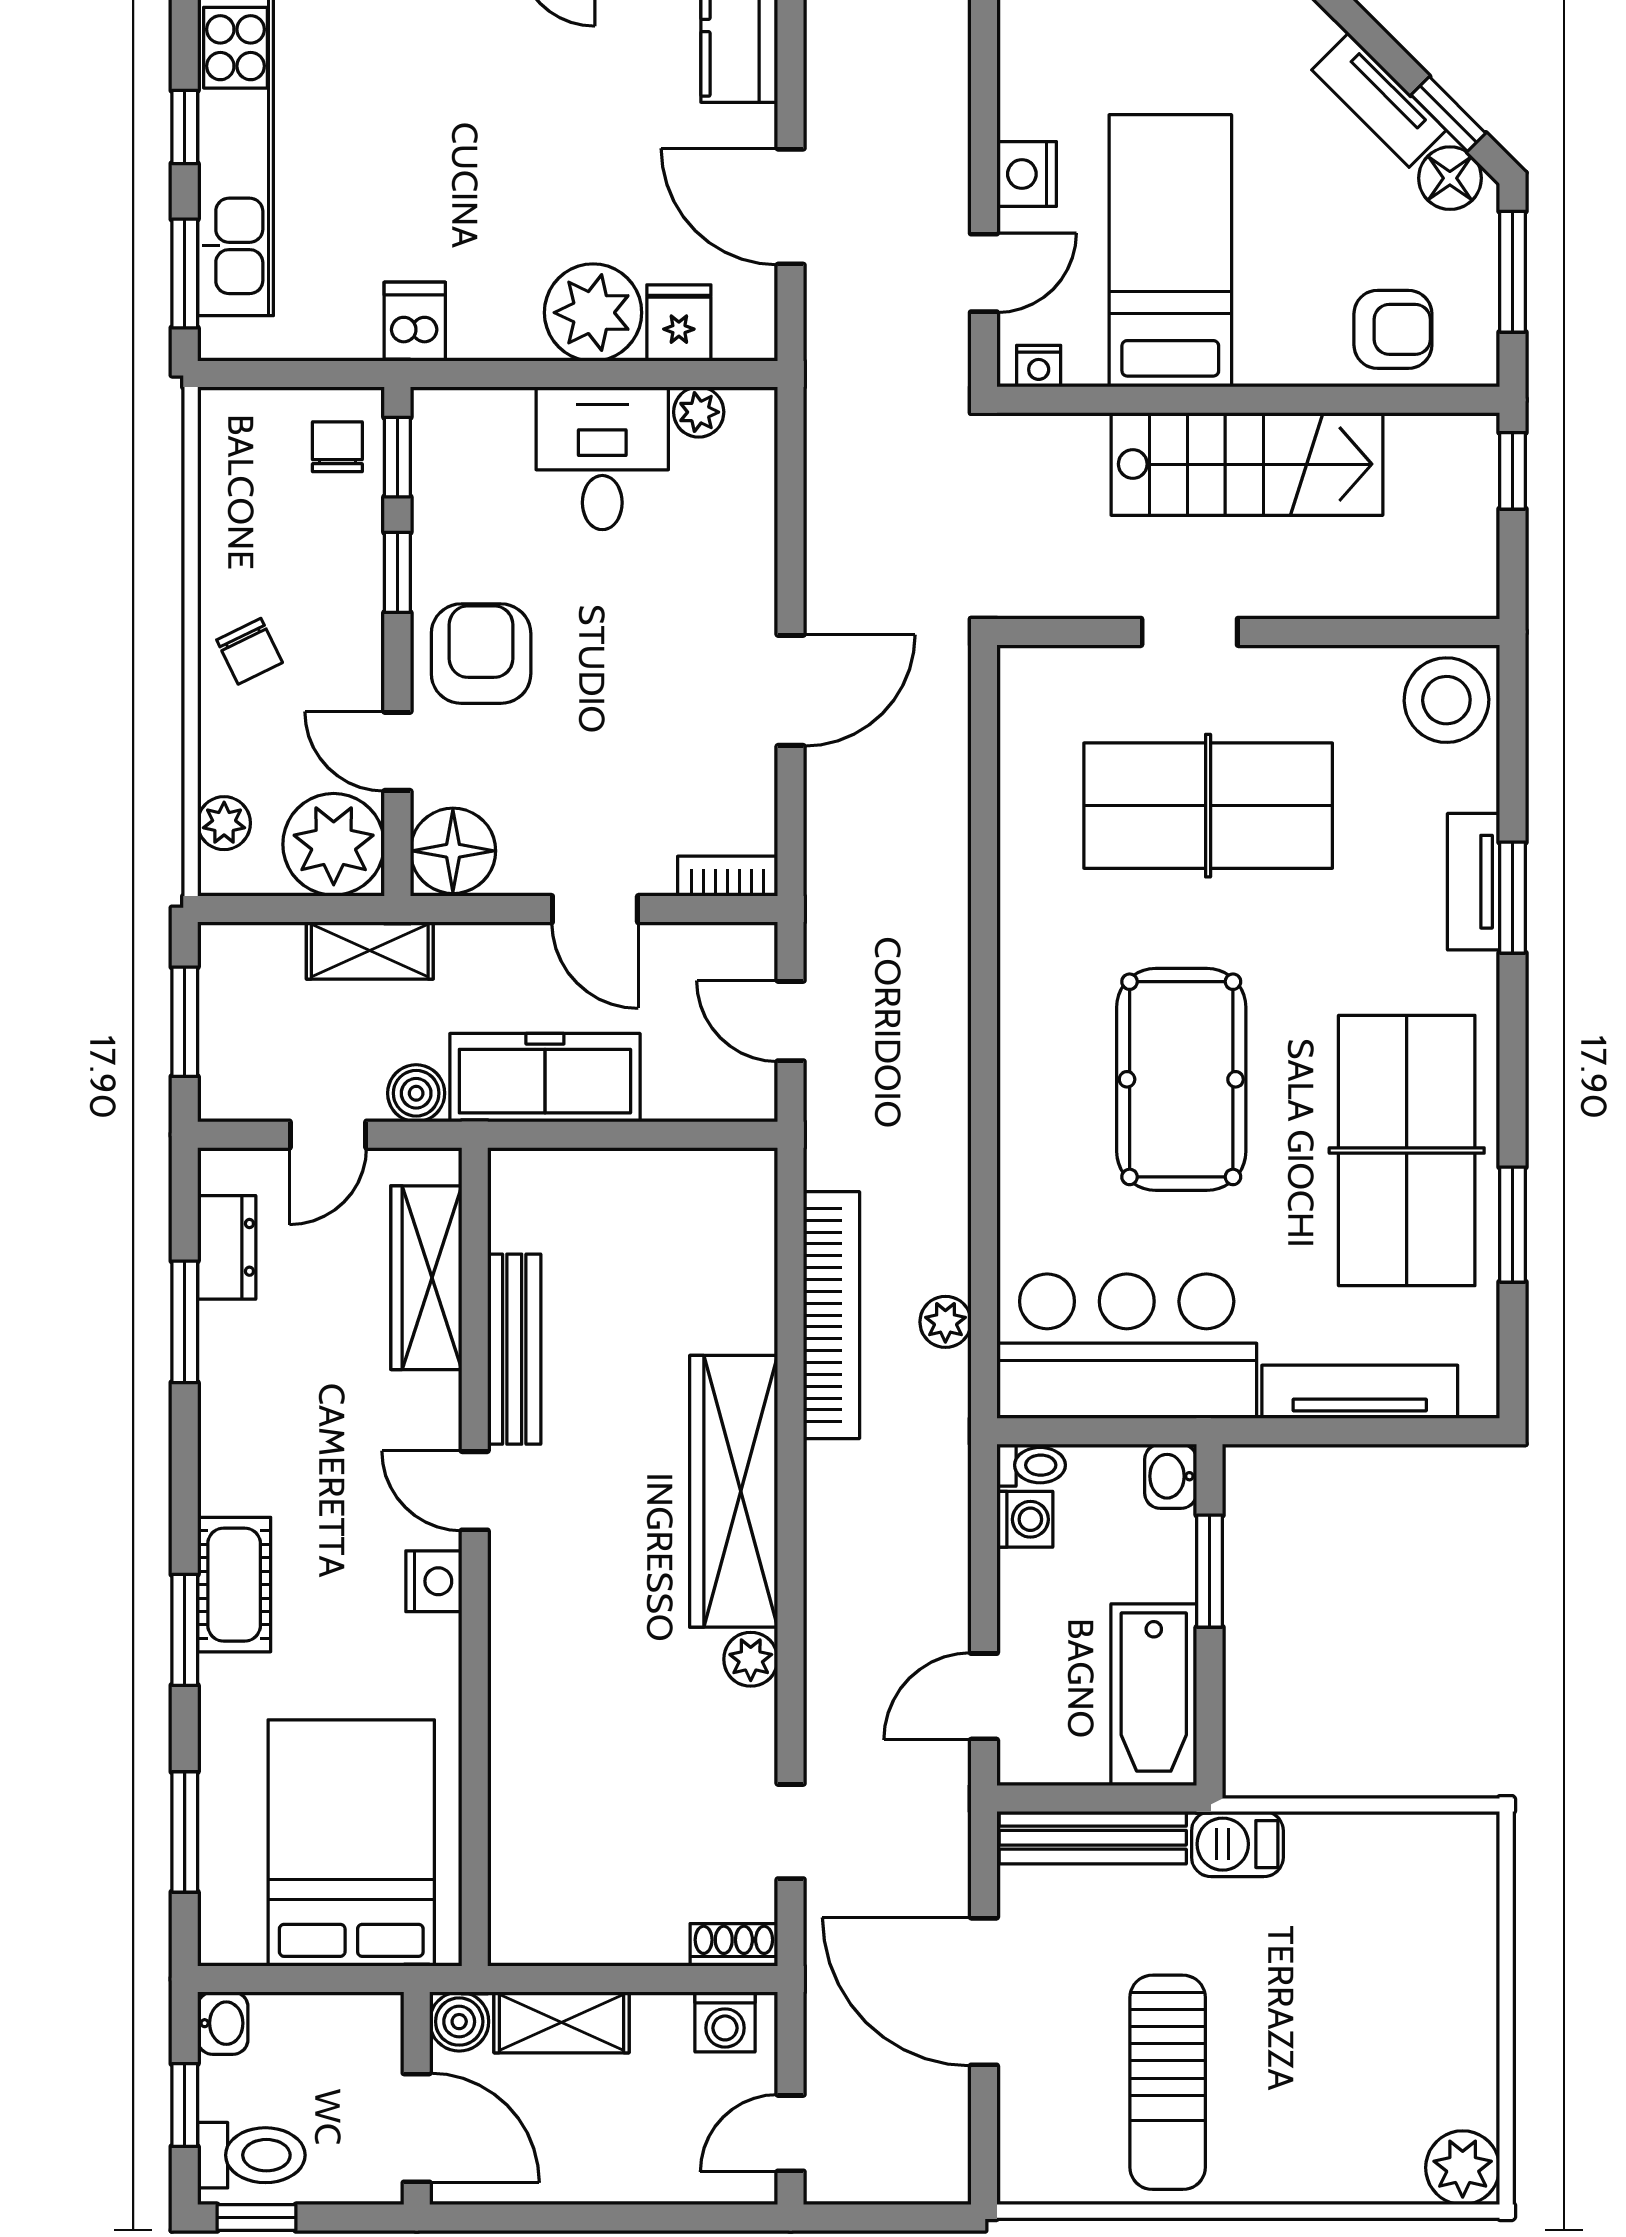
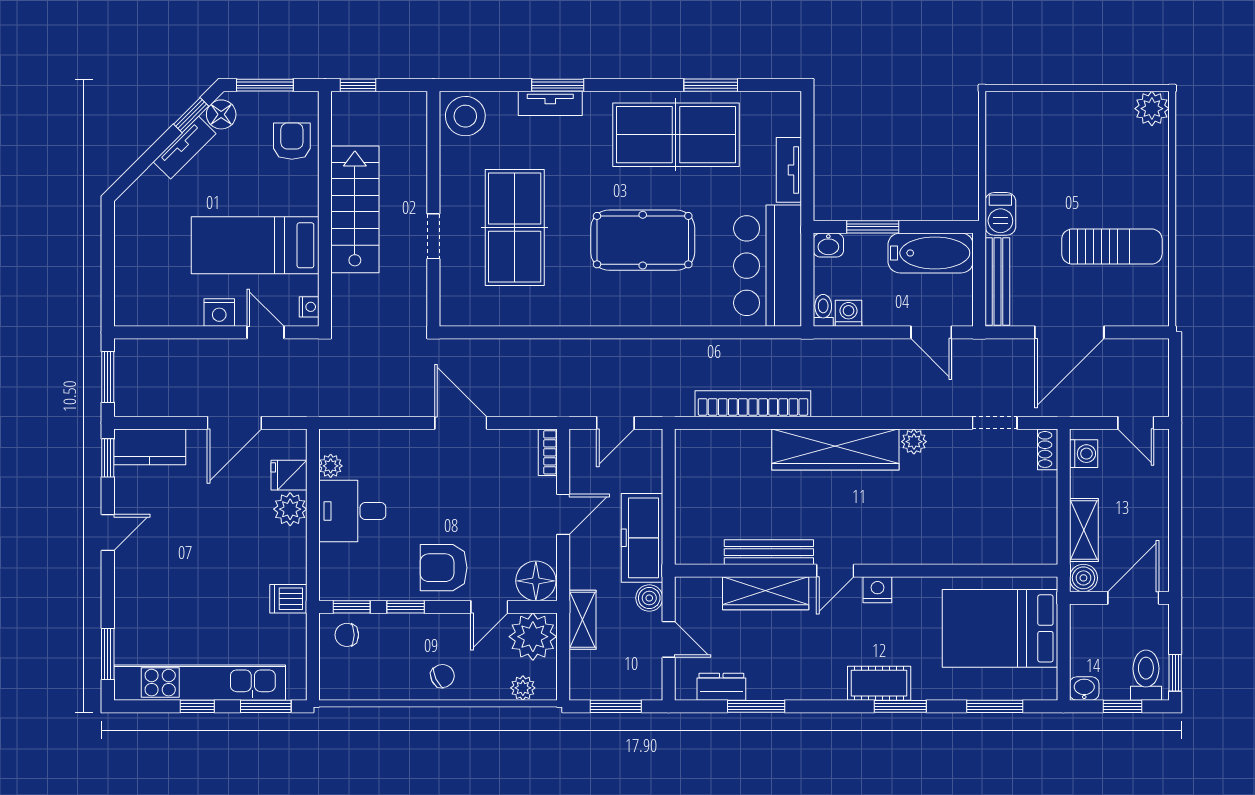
plant: (593, 313) -> (290, 509), width x0.73, depth x0.73
wardrobe: (426, 1278) -> (766, 593), moved
plant: (945, 1322) -> (756, 350), removed
tv unit: (1360, 1392) -> (789, 170), width x0.71

